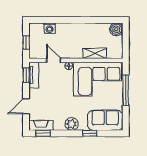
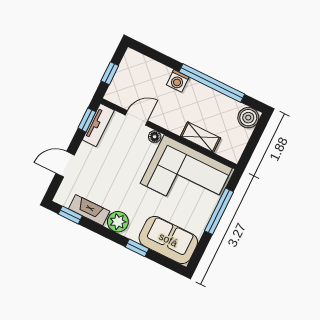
window: (86, 20) -> (212, 83), added
washing machine: (50, 28) -> (178, 81), moved
door: (53, 60) -> (137, 118), hinge flipped
fireplace: (41, 125) -> (89, 210), moved

